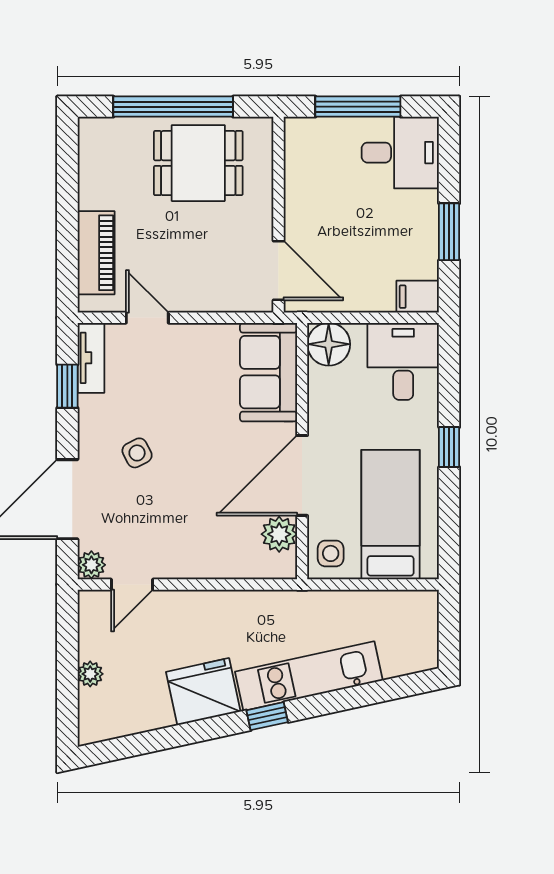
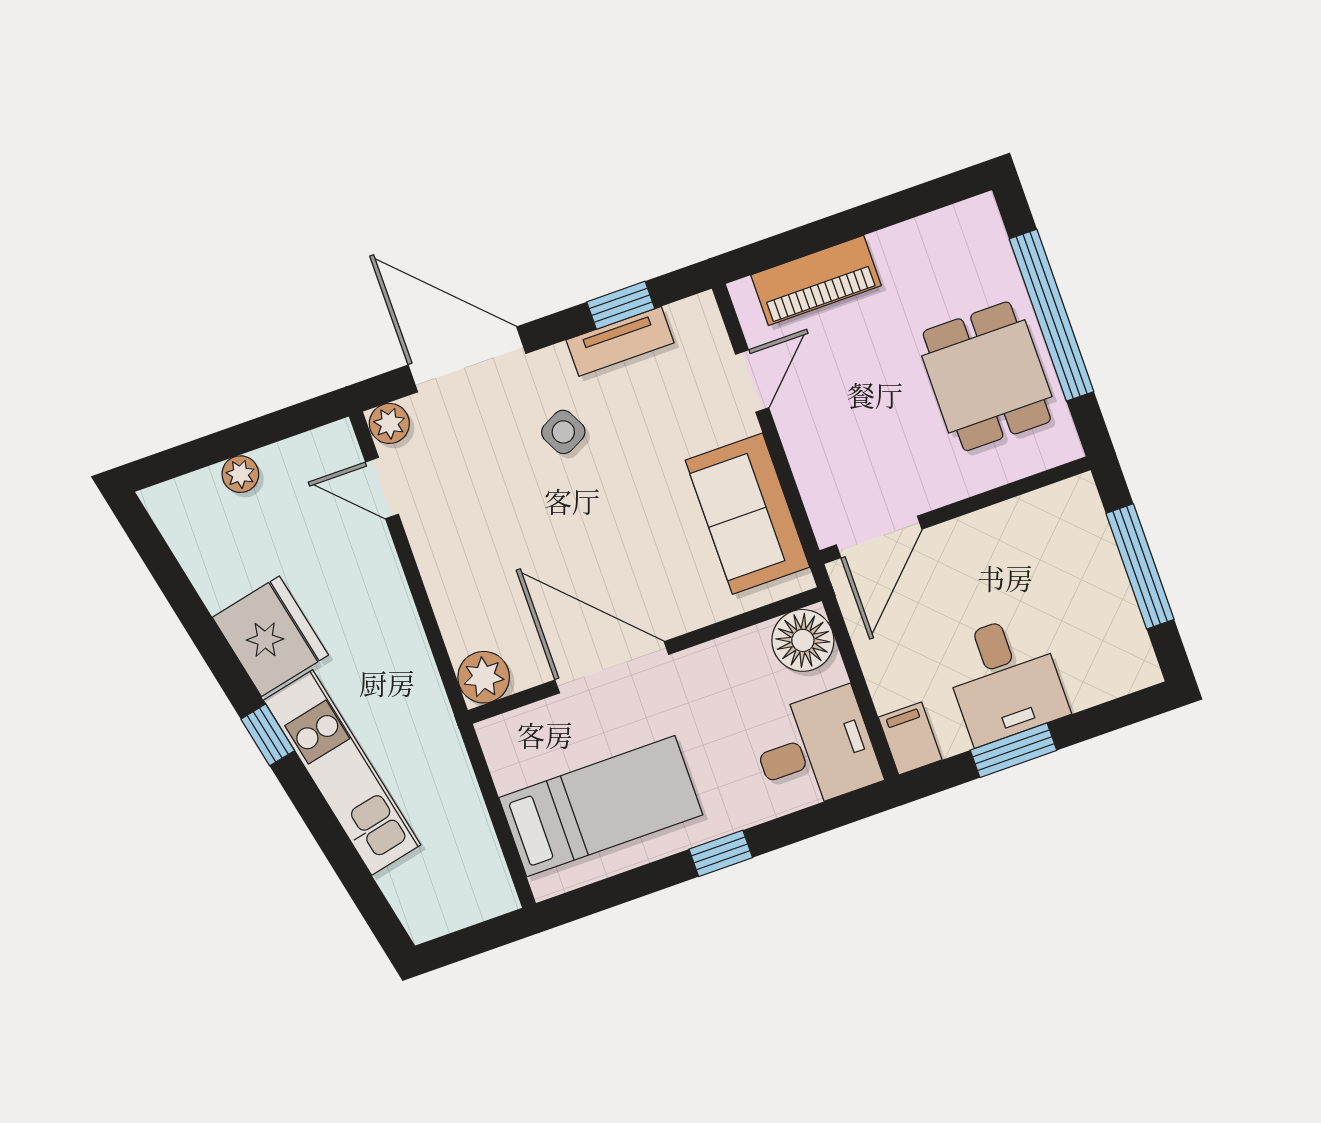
desk: (400, 153) -> (1005, 679), moved
tv unit: (91, 358) -> (620, 341), moved
sofa: (269, 372) -> (747, 514), moved, turned -90
plant: (279, 534) -> (484, 677), moved
side table: (331, 553) -> (519, 743), removed

